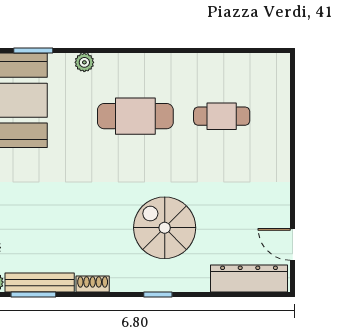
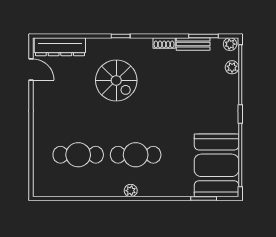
plant: (84, 62) -> (131, 191), moved
cafe table: (222, 116) -> (78, 155), width x1.37, depth x1.35
bench: (40, 282) -> (193, 44), width x0.73

